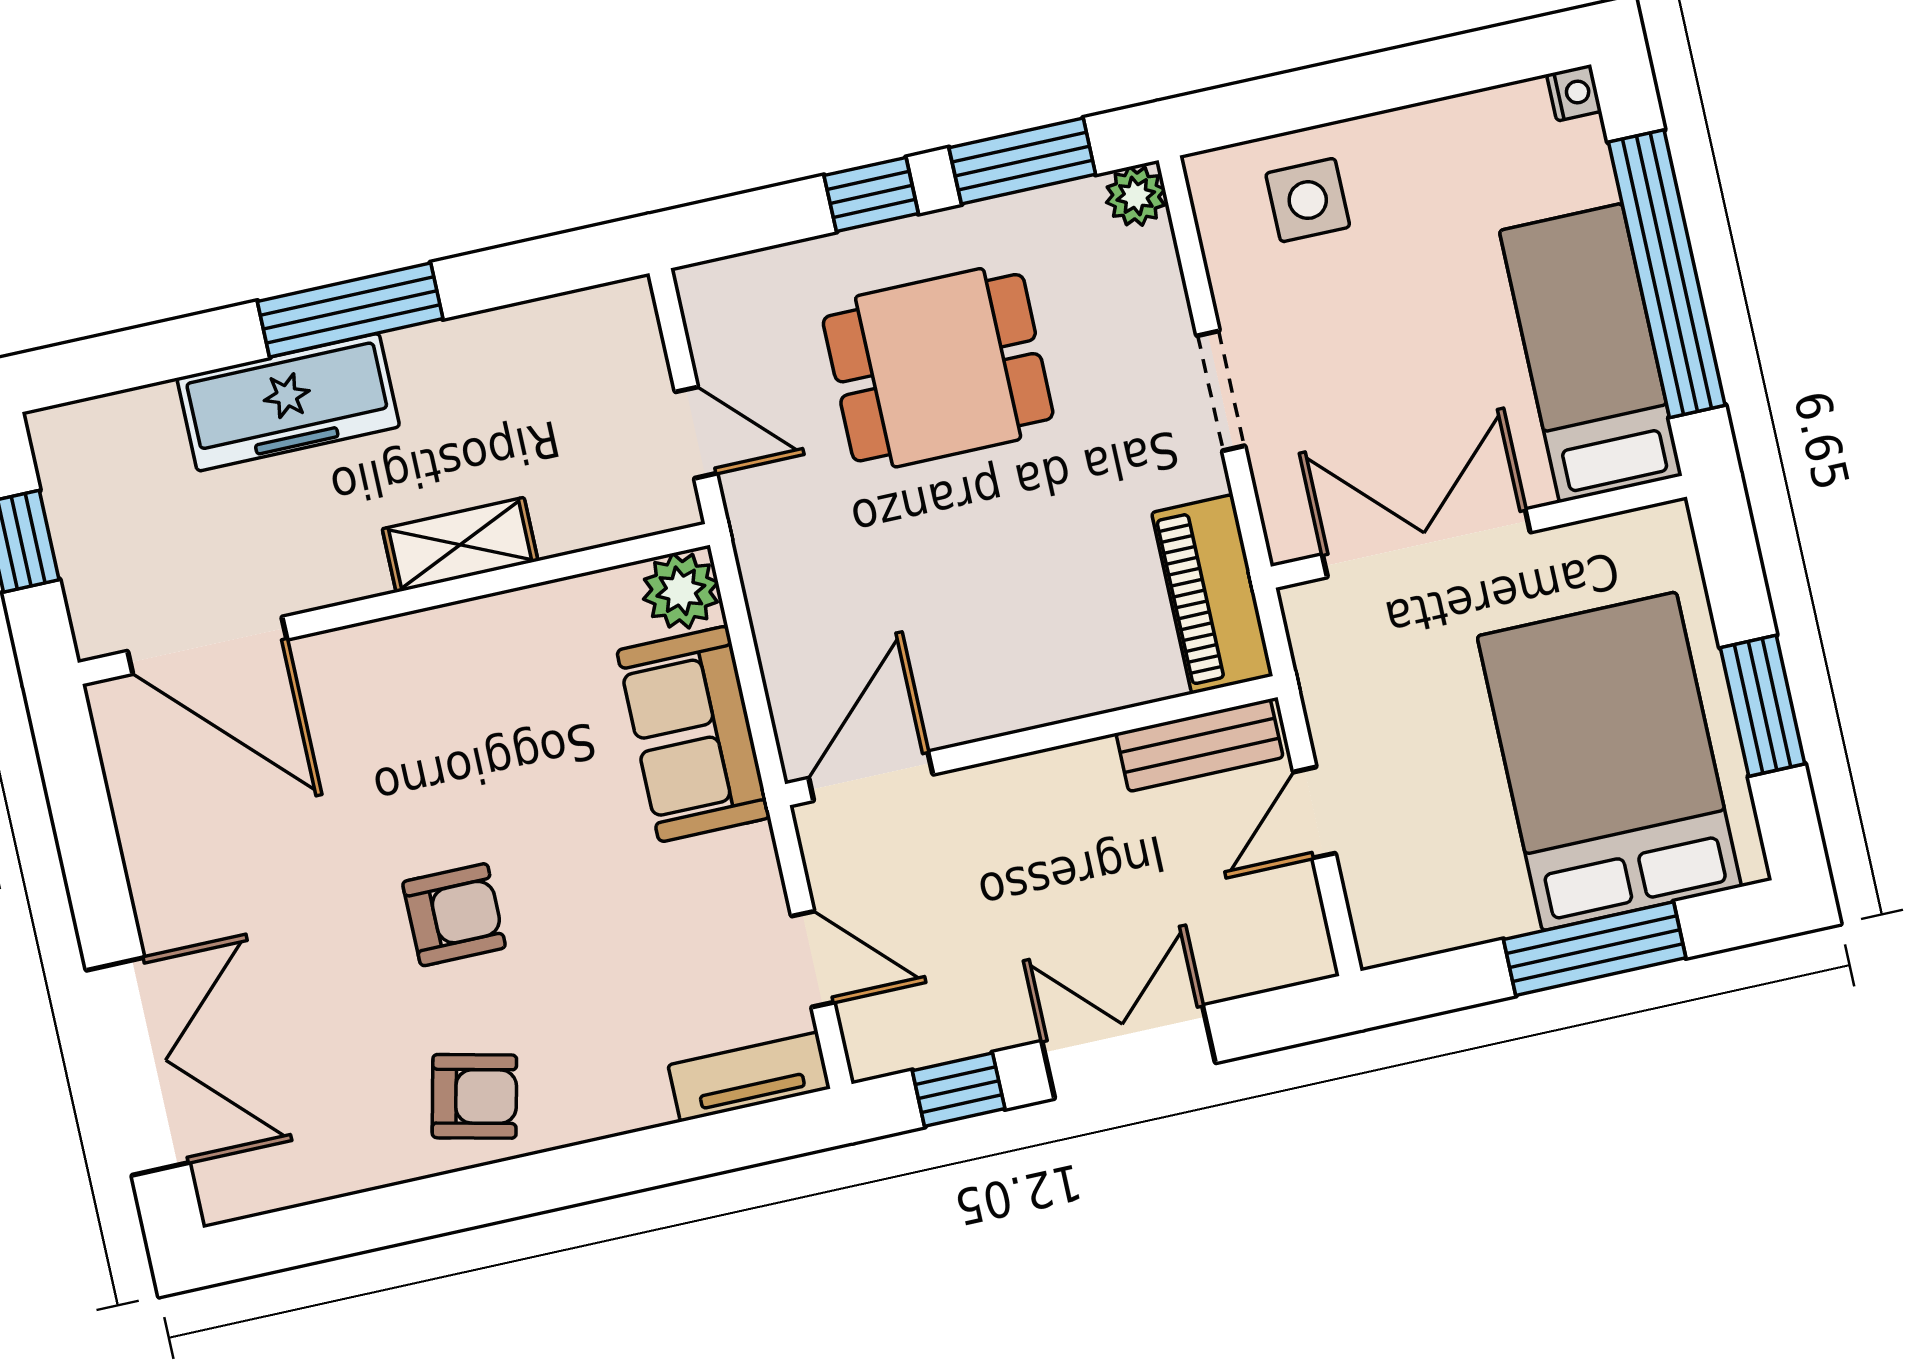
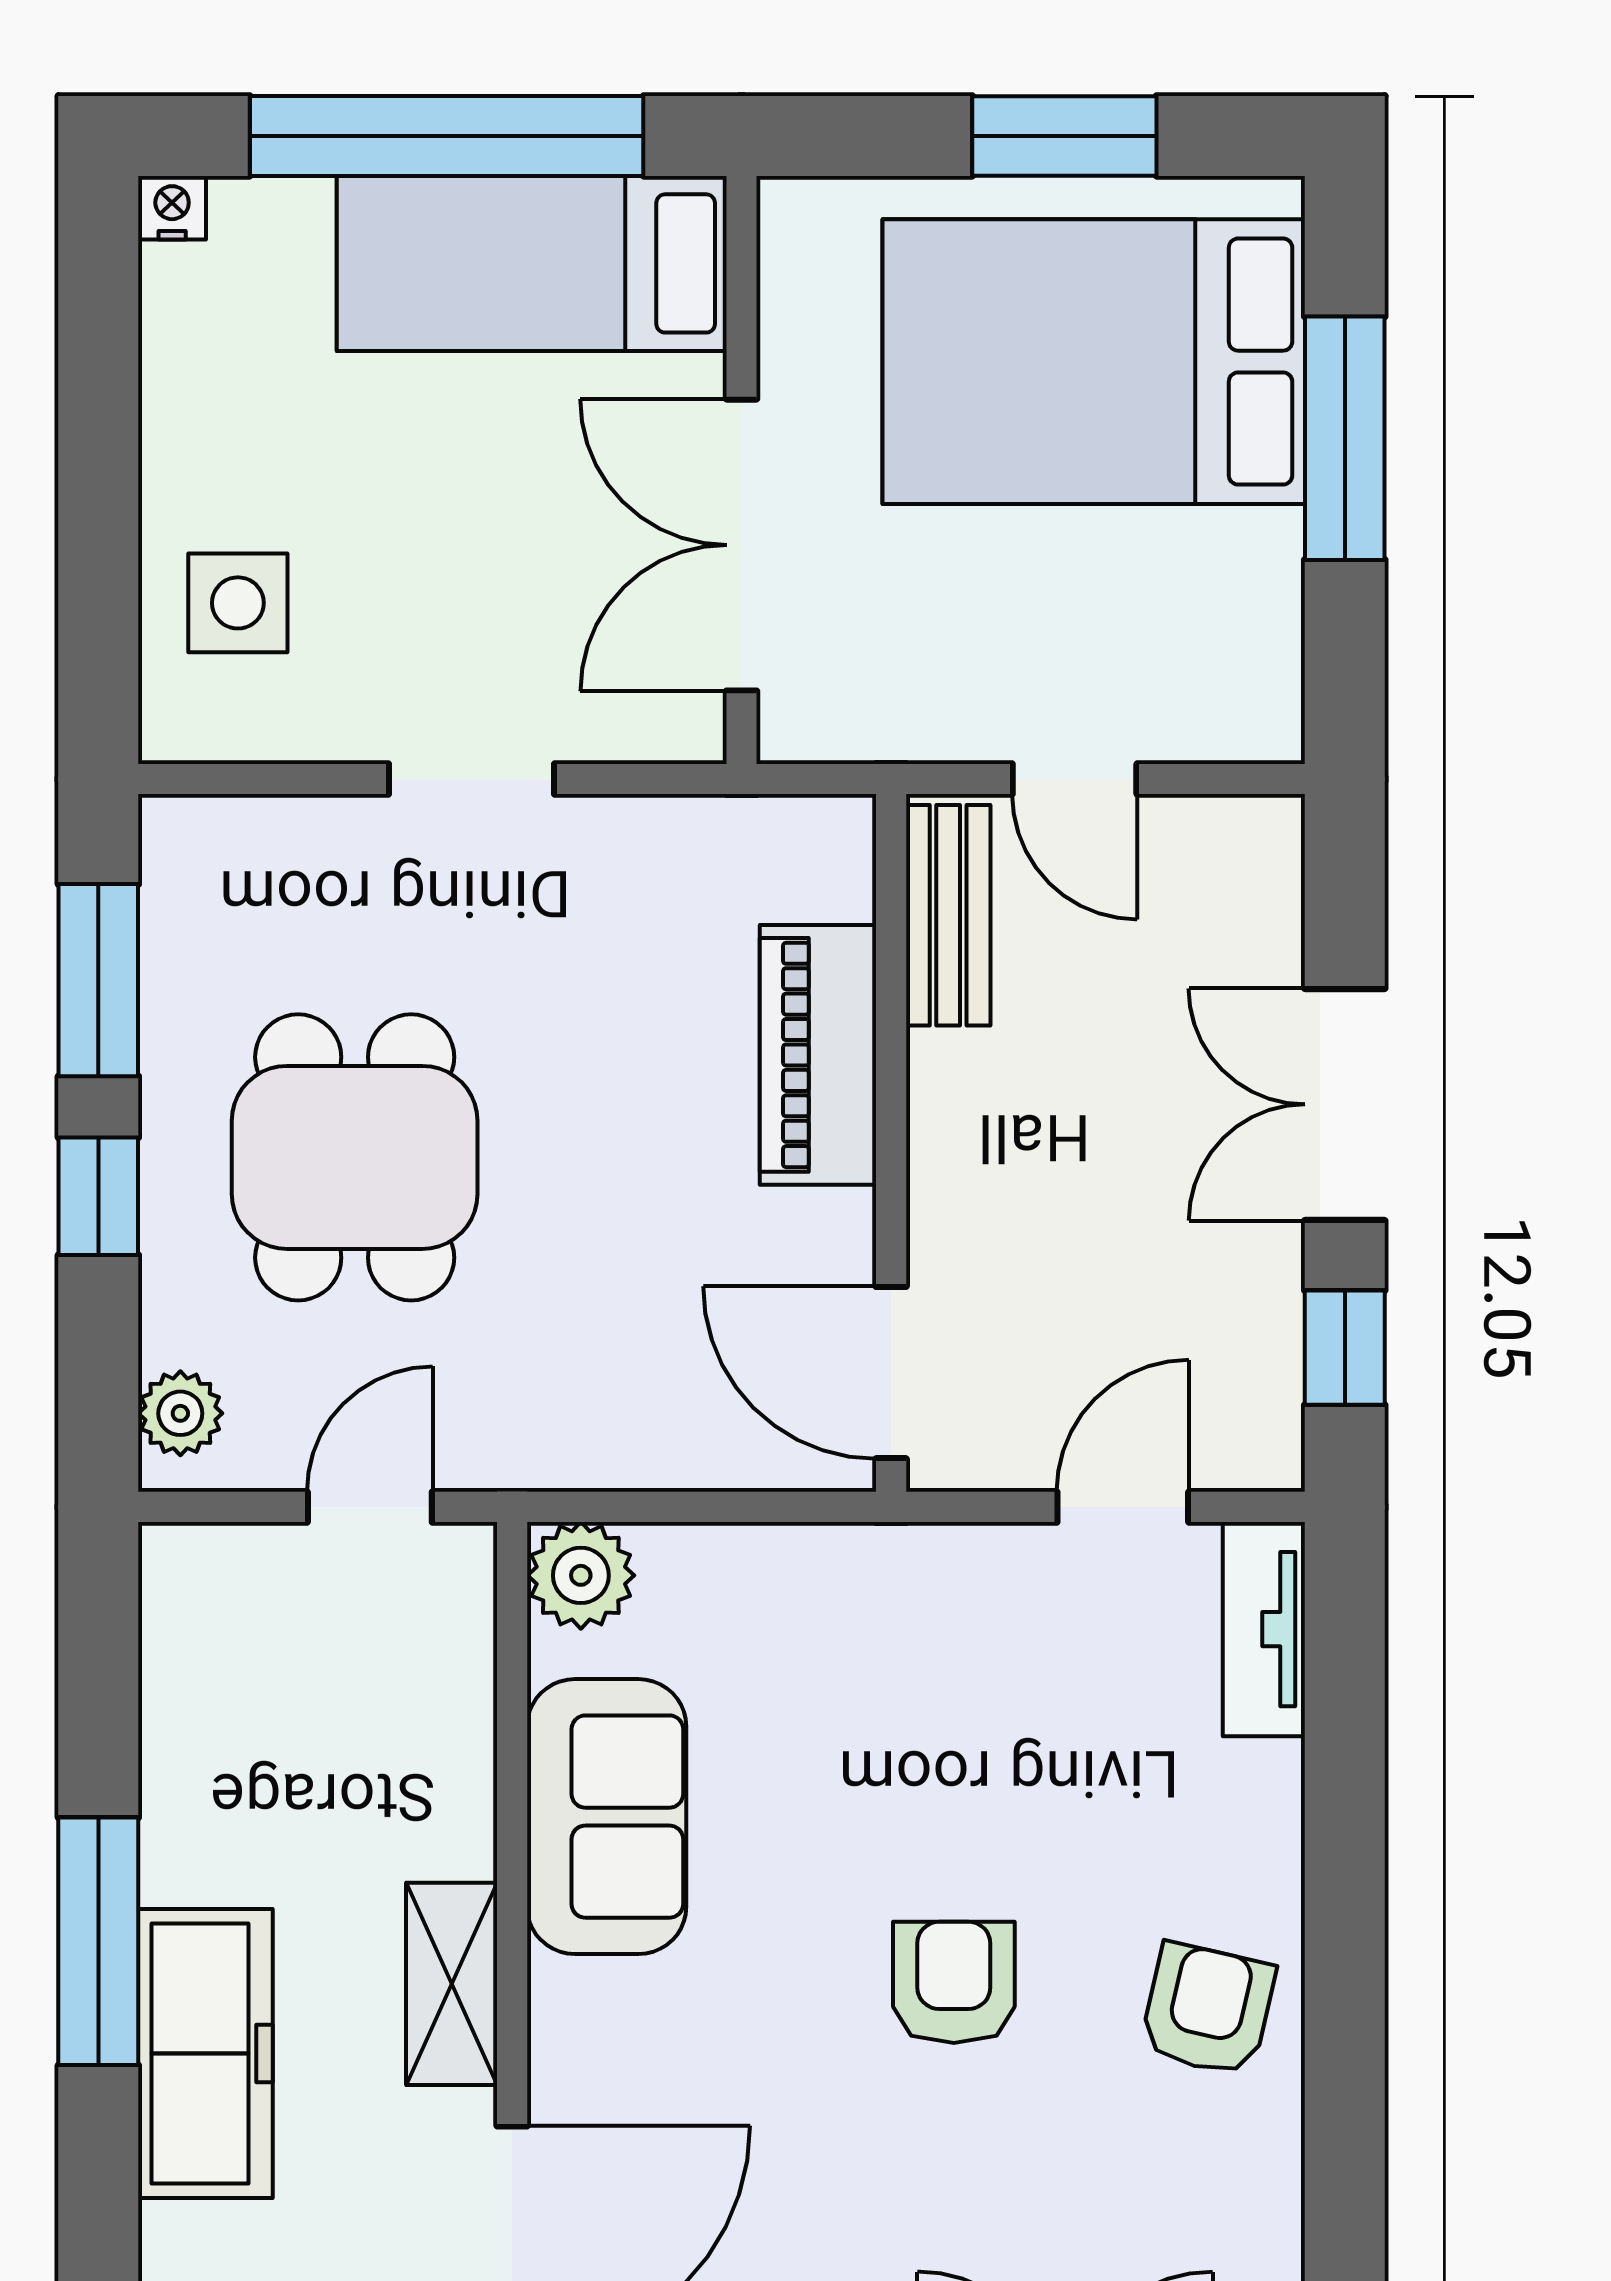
plant: (1136, 196) -> (180, 1413), moved
shelving: (460, 545) -> (452, 1984), moved
piano: (1212, 594) -> (818, 1055), moved, turned 90
sofa: (693, 734) -> (607, 1817), moved, turned -90

